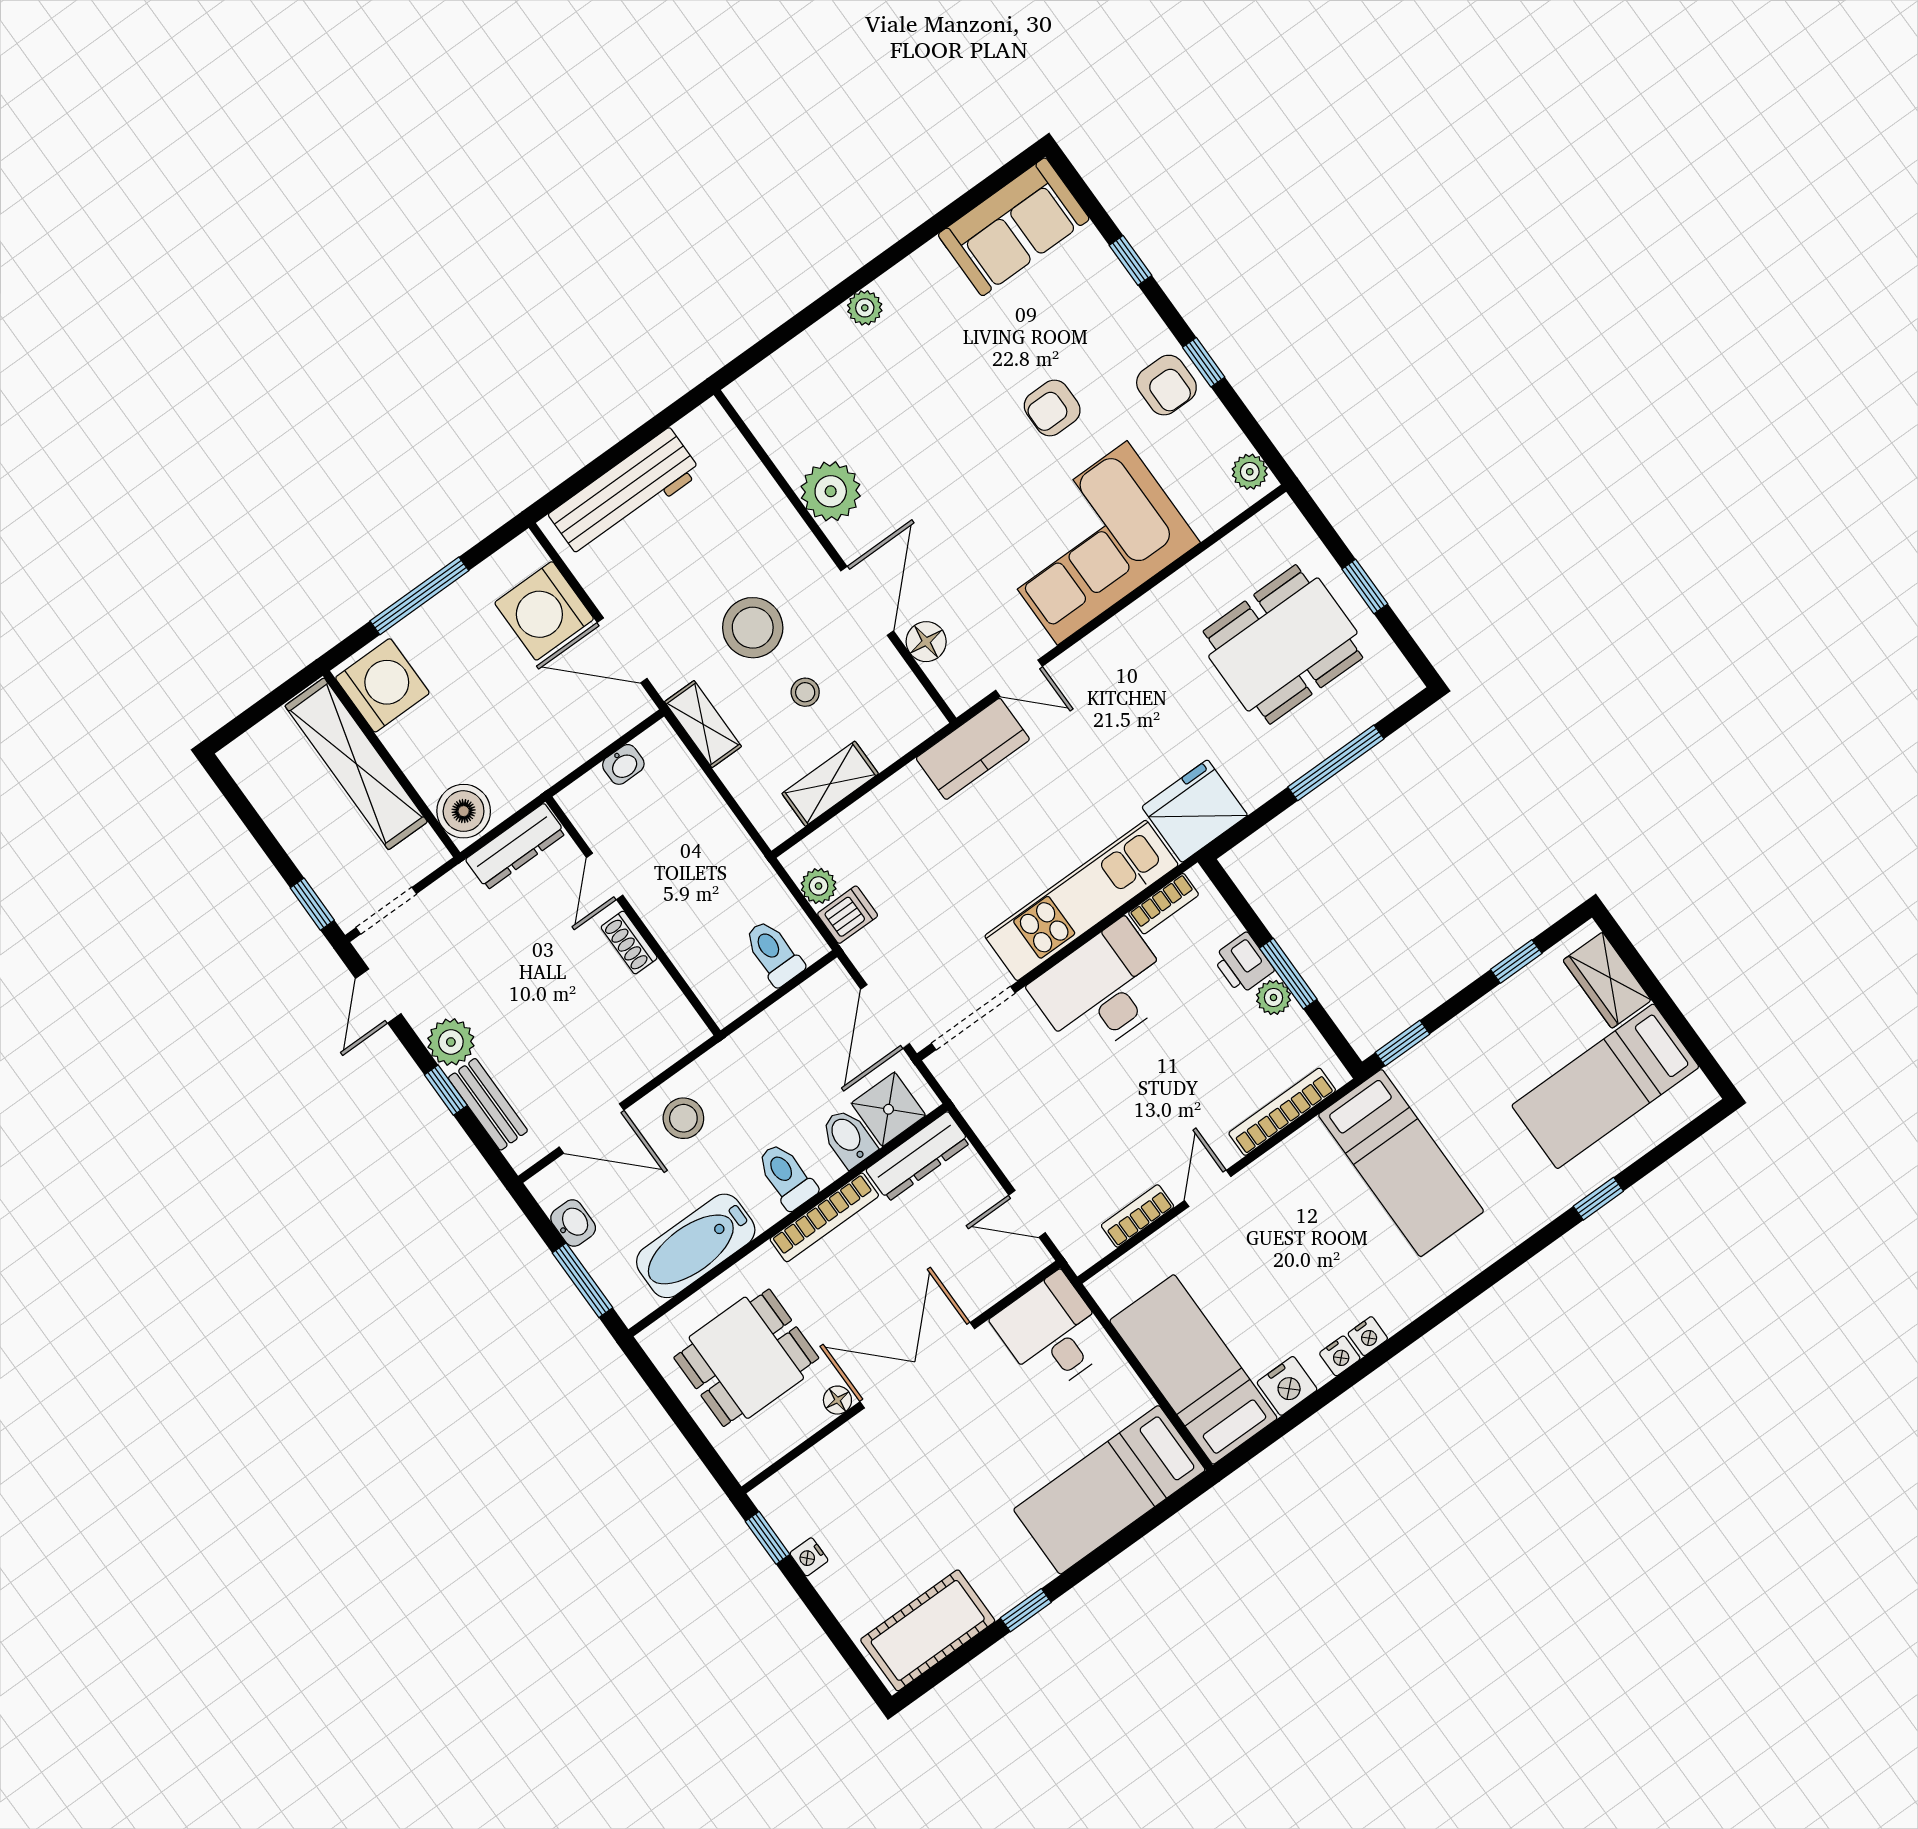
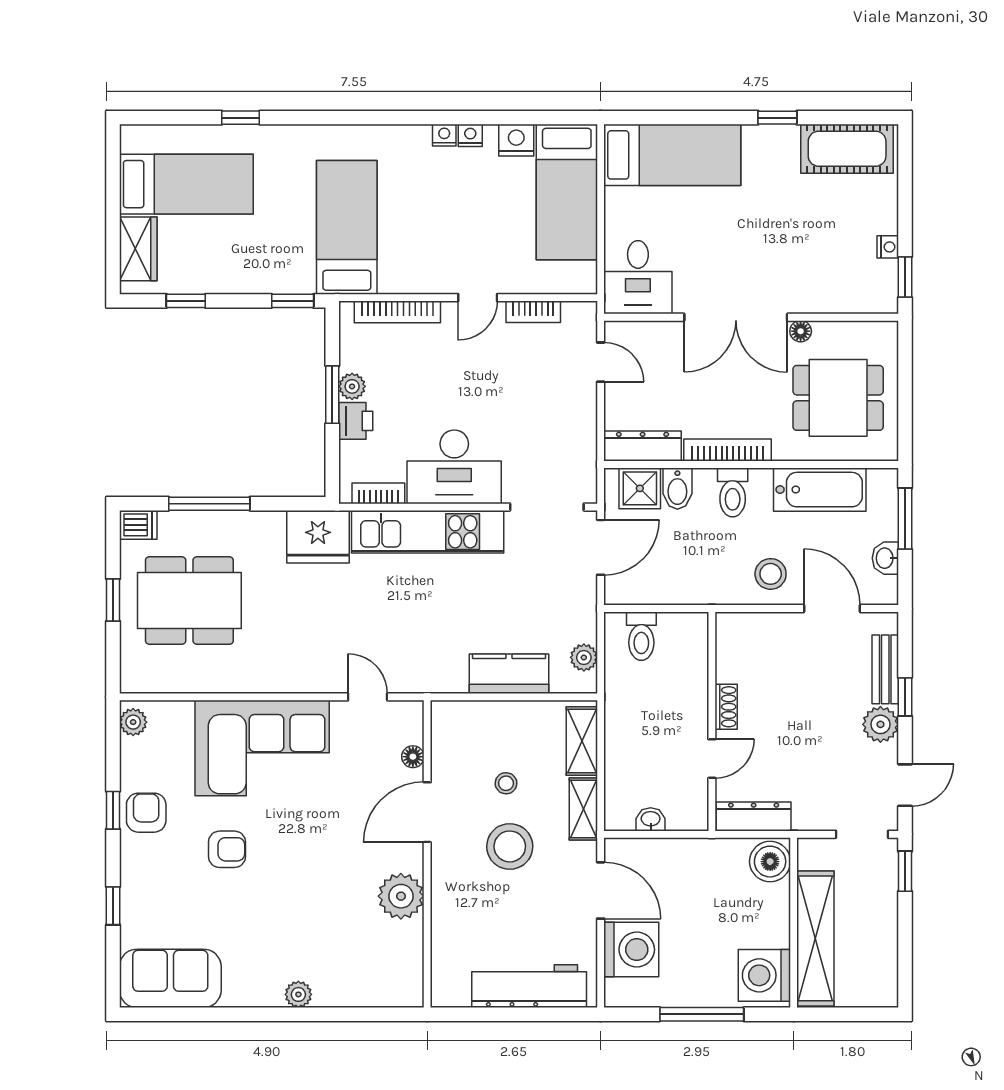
floor lamp: (926, 642) -> (413, 757), width x0.73, depth x0.73
kitchen counter: (973, 749) -> (509, 674), moved
shelving: (830, 784) -> (582, 741), moved, turned 90
dishwasher: (848, 915) -> (138, 525), moved, turned 180

